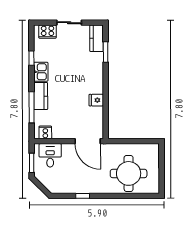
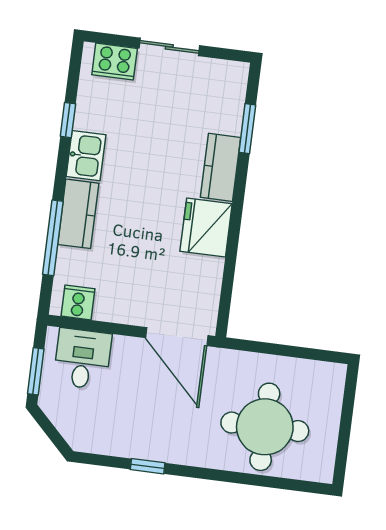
kitchen counter: (97, 38) -> (221, 167), moved
fridge: (96, 100) -> (206, 228), width x1.88, depth x1.34

